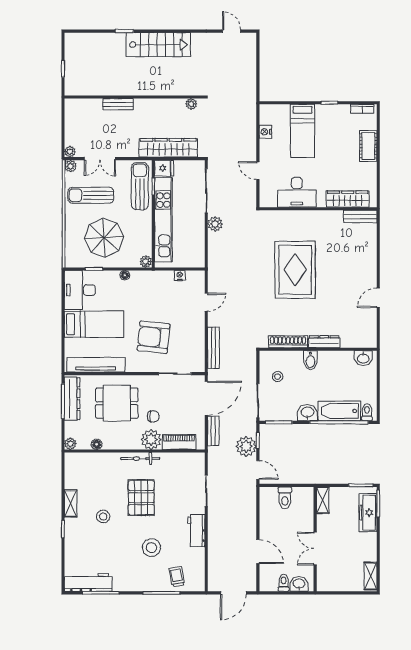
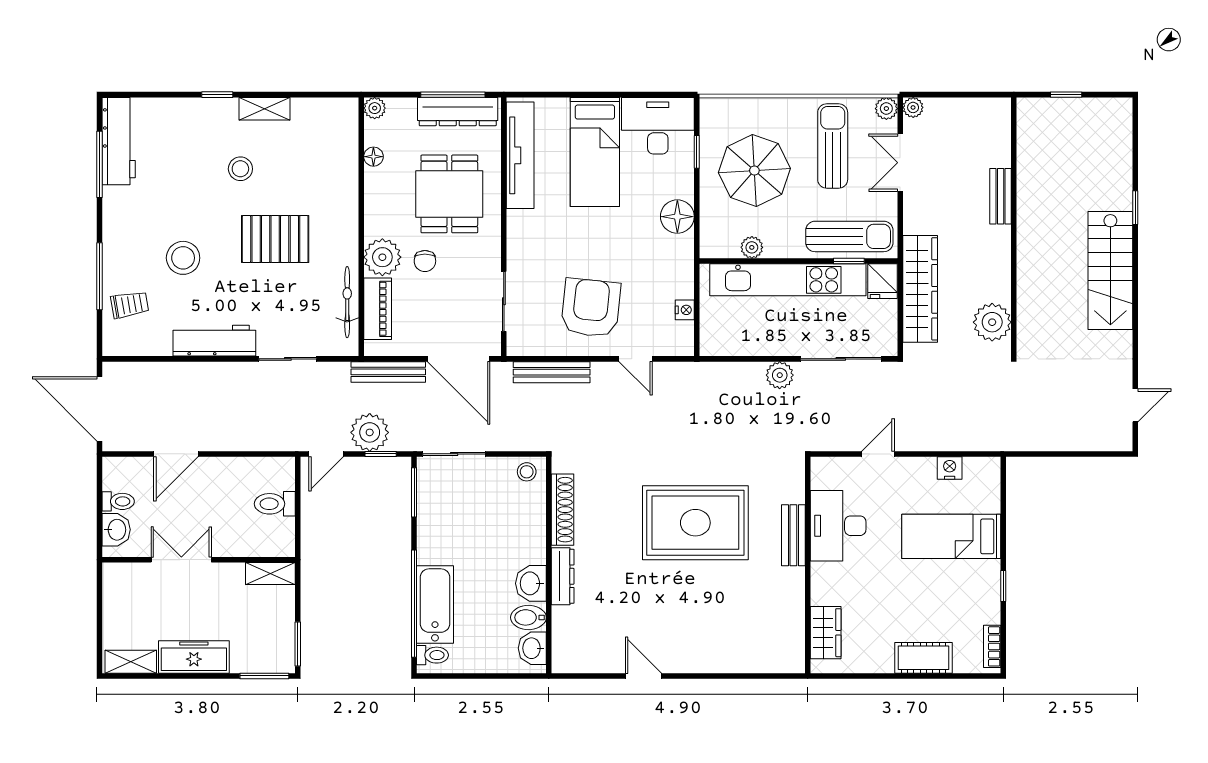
plant: (191, 104) -> (992, 322), width x1.87, depth x1.87
wardrobe: (348, 199) -> (826, 633), width x0.67
bench: (360, 217) -> (793, 535), moved
plant: (146, 262) -> (752, 247), moved
floor lamp: (125, 275) -> (677, 217), width x1.89, depth x1.89
armchair: (154, 337) -> (591, 308), moved
bidet: (310, 360) -> (528, 617), moved
stool: (278, 377) -> (527, 472), moved
washbasin: (307, 413) -> (531, 583), moved, turned 180
bench: (213, 431) -> (388, 372), width x1.36
bicycle: (140, 459) -> (347, 302), moved
freezer: (368, 513) -> (194, 657), moved
workbench: (196, 531) -> (214, 341), width x1.37
door: (233, 593) -> (100, 409), width x1.36

